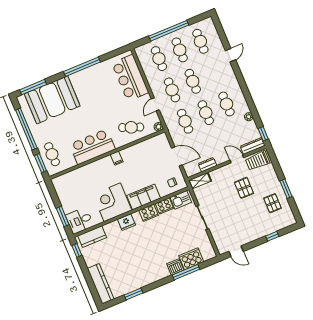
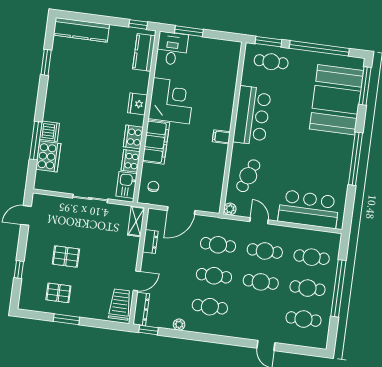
pallet: (244, 188) -> (66, 257), moved

